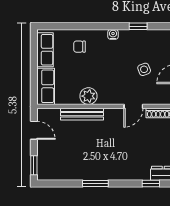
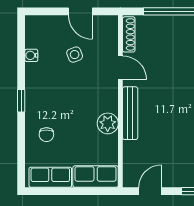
window: (138, 26) -> (21, 101), moved
water cooler: (113, 34) -> (31, 55), moved
bench: (82, 114) -> (130, 113), moved

